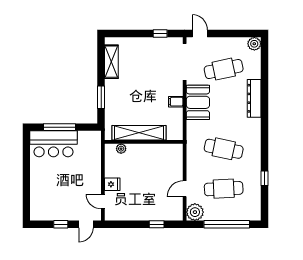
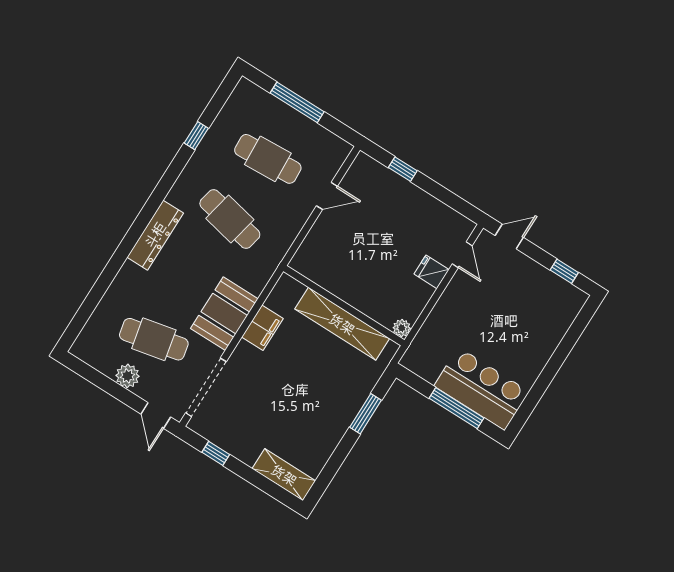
plant: (254, 44) -> (128, 376), moved
shelving: (111, 62) -> (284, 475), moved, turned 90
dresser: (254, 98) -> (155, 235), moved
filing cabinet: (176, 102) -> (262, 328), width x2.00
plant: (121, 149) -> (402, 328), moved
plant: (195, 212) -> (333, 151), removed
window: (61, 224) -> (564, 271), moved
window: (227, 224) -> (297, 102), width x0.68

